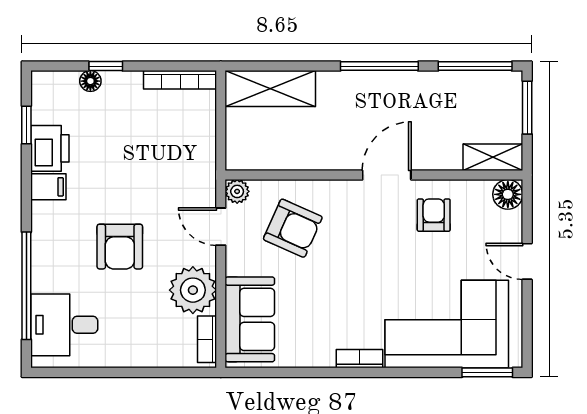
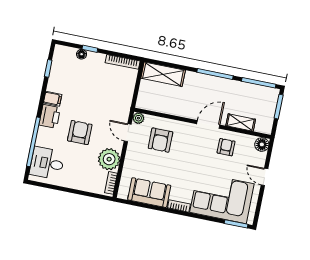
printer: (50, 148) -> (50, 116), moved
shelving: (493, 157) -> (241, 123), moved
armchair: (293, 228) -> (160, 140), turned 66
armchair: (120, 247) -> (80, 133), turned 180
sofa: (250, 319) -> (149, 193), moved, turned -90

